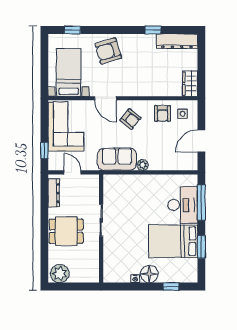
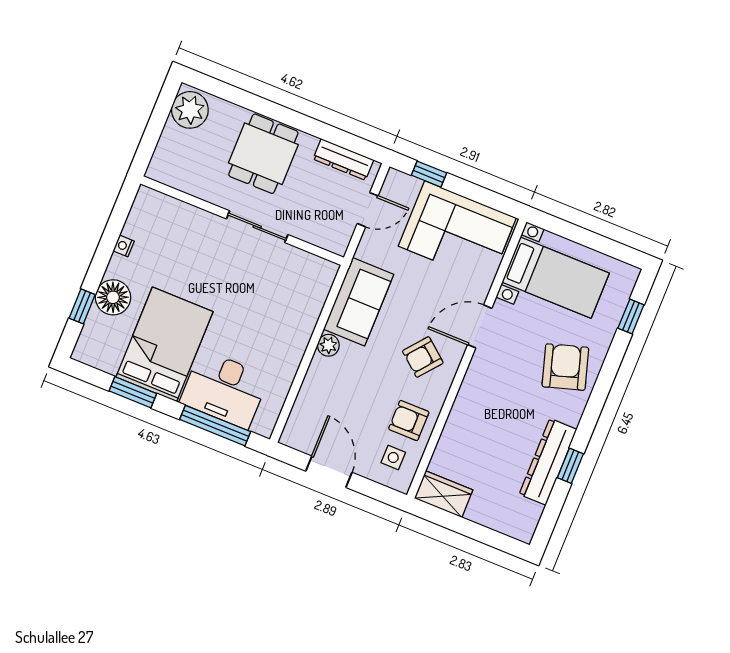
dresser: (177, 41) -> (548, 462), moved
floor lamp: (149, 274) -> (113, 297), moved

